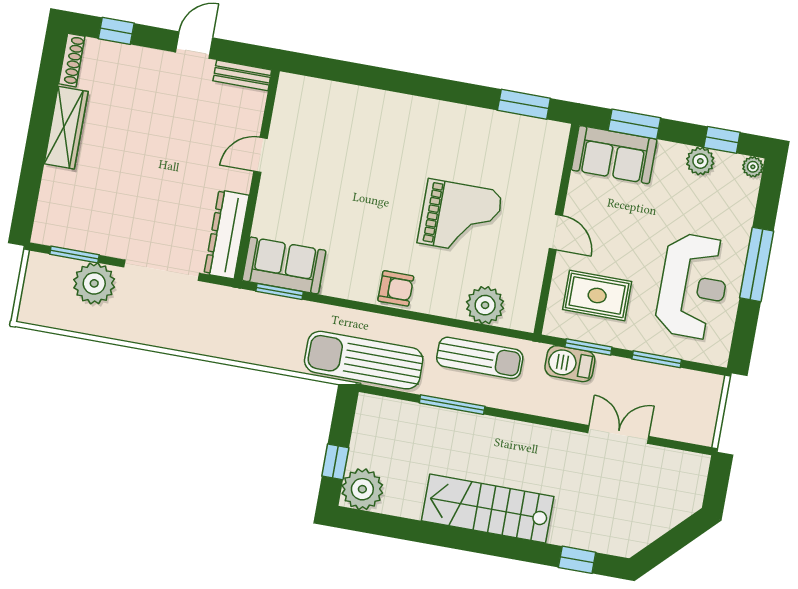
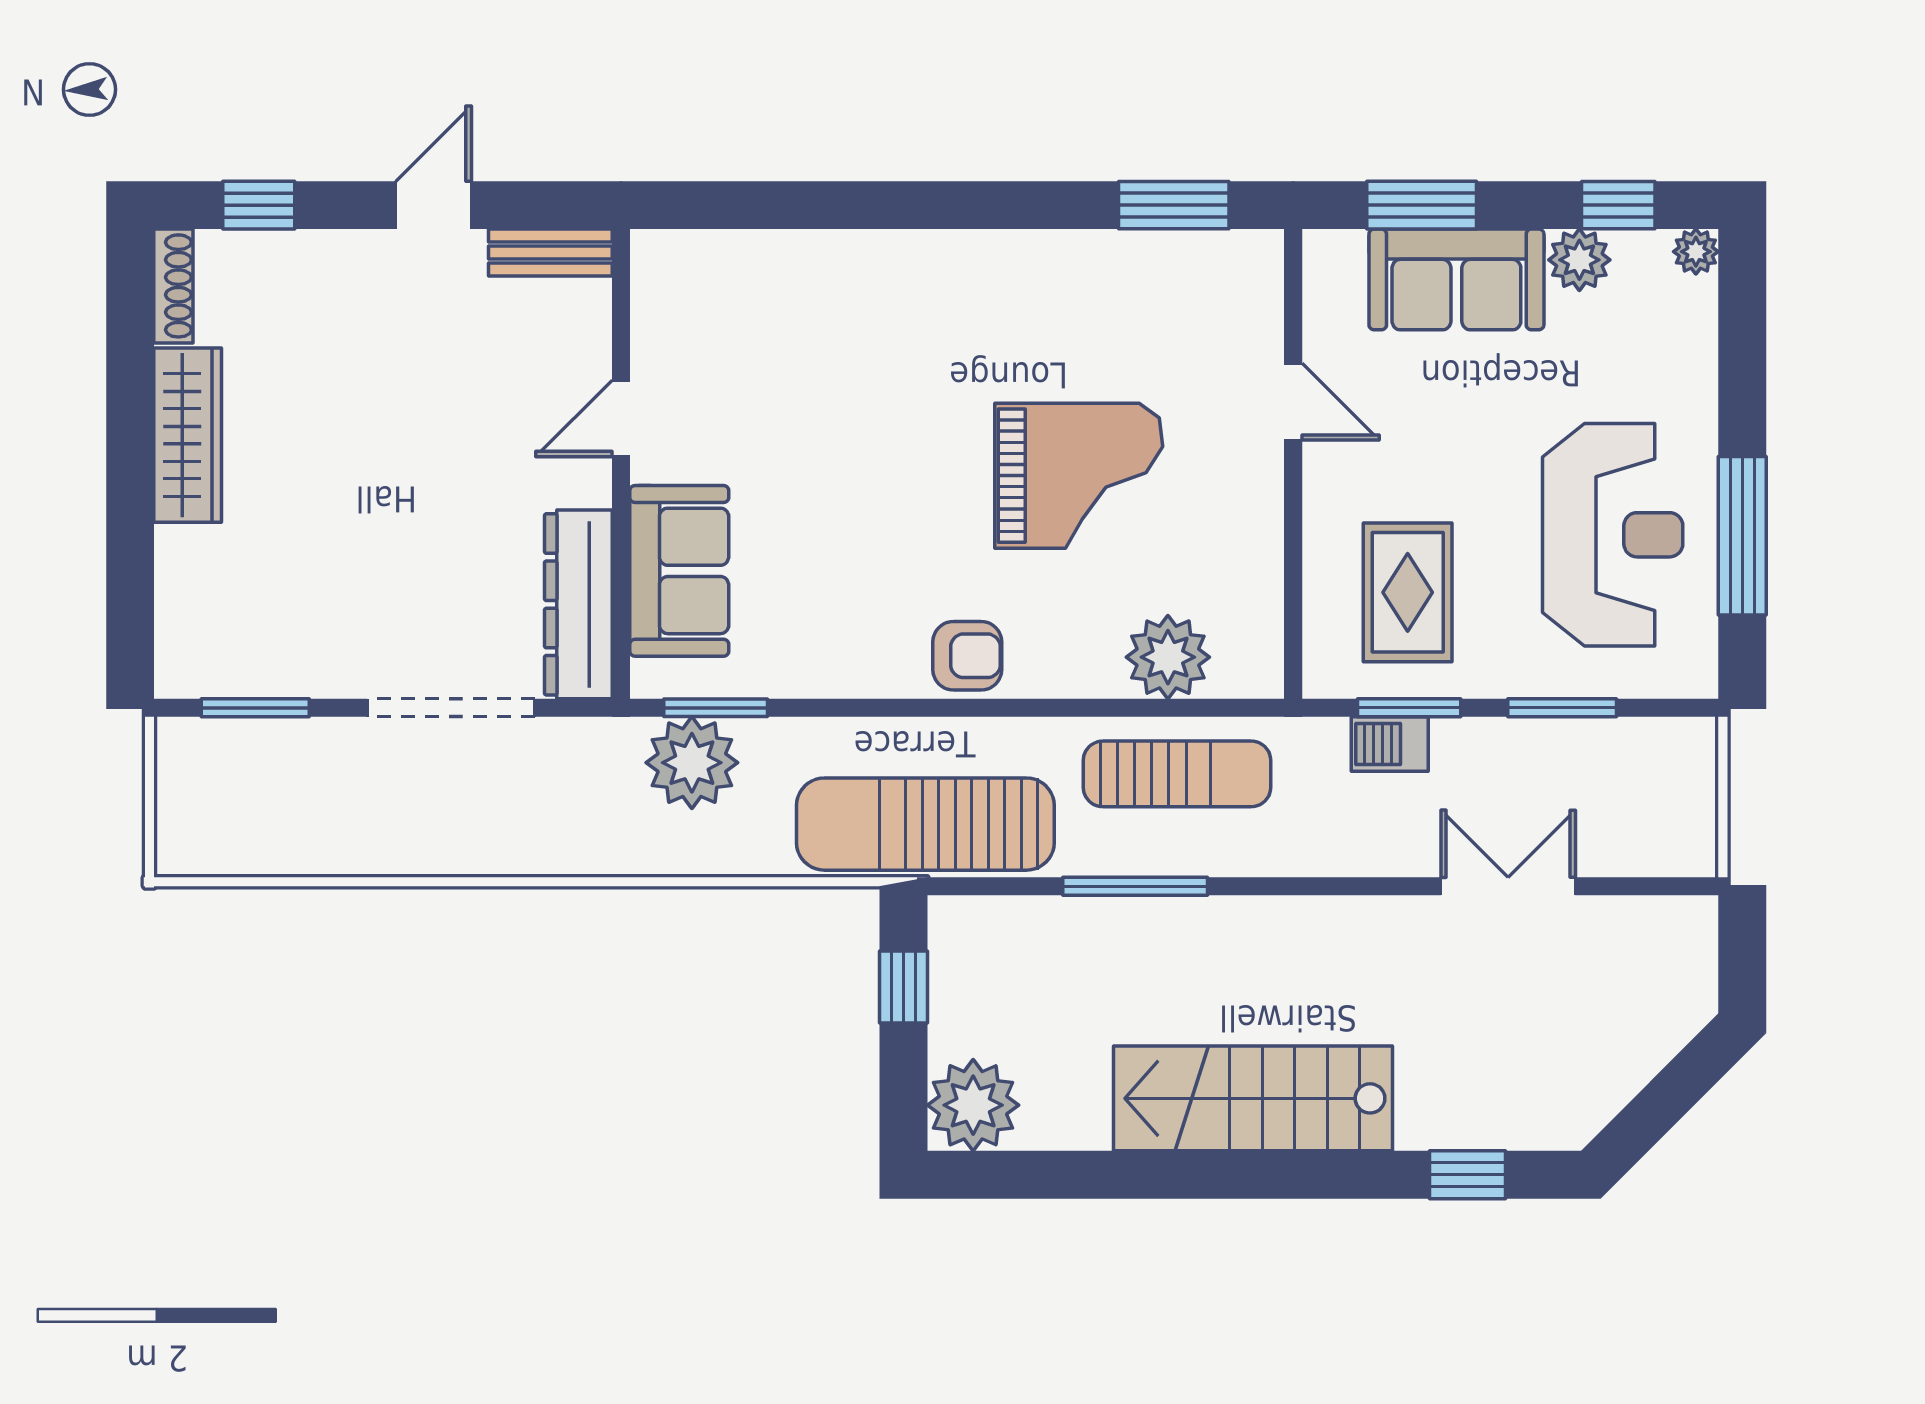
sofa: (614, 155) -> (1456, 279), moved
door: (556, 232) -> (1293, 402), moved
window: (757, 264) -> (1742, 536), moved
sofa: (284, 265) -> (679, 571), moved, turned 90
plant: (94, 283) -> (692, 763), moved
rug: (597, 296) -> (1408, 592), turned 90
barbecue: (570, 364) -> (1390, 744), width x0.73, depth x0.79
window: (335, 462) -> (904, 987), moved

